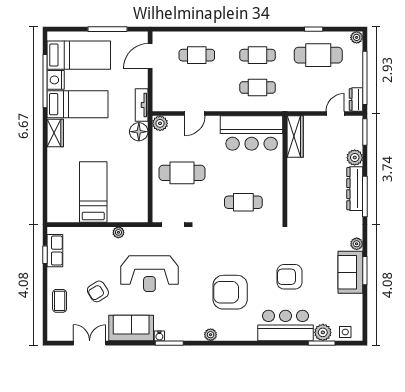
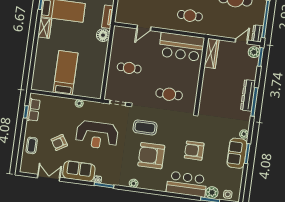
plant: (160, 123) -> (119, 31), removed
plant: (355, 157) -> (254, 52), moved
cafe table: (182, 173) -> (129, 68), width x0.73, depth x0.74
coffee table: (216, 254) -> (145, 127), added

